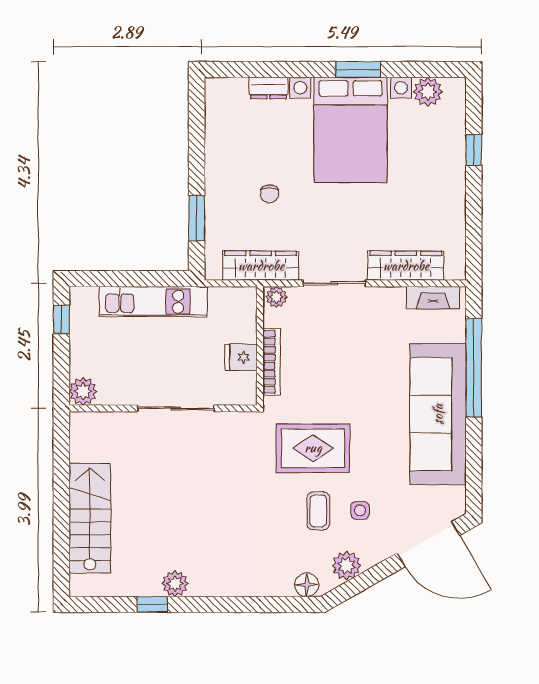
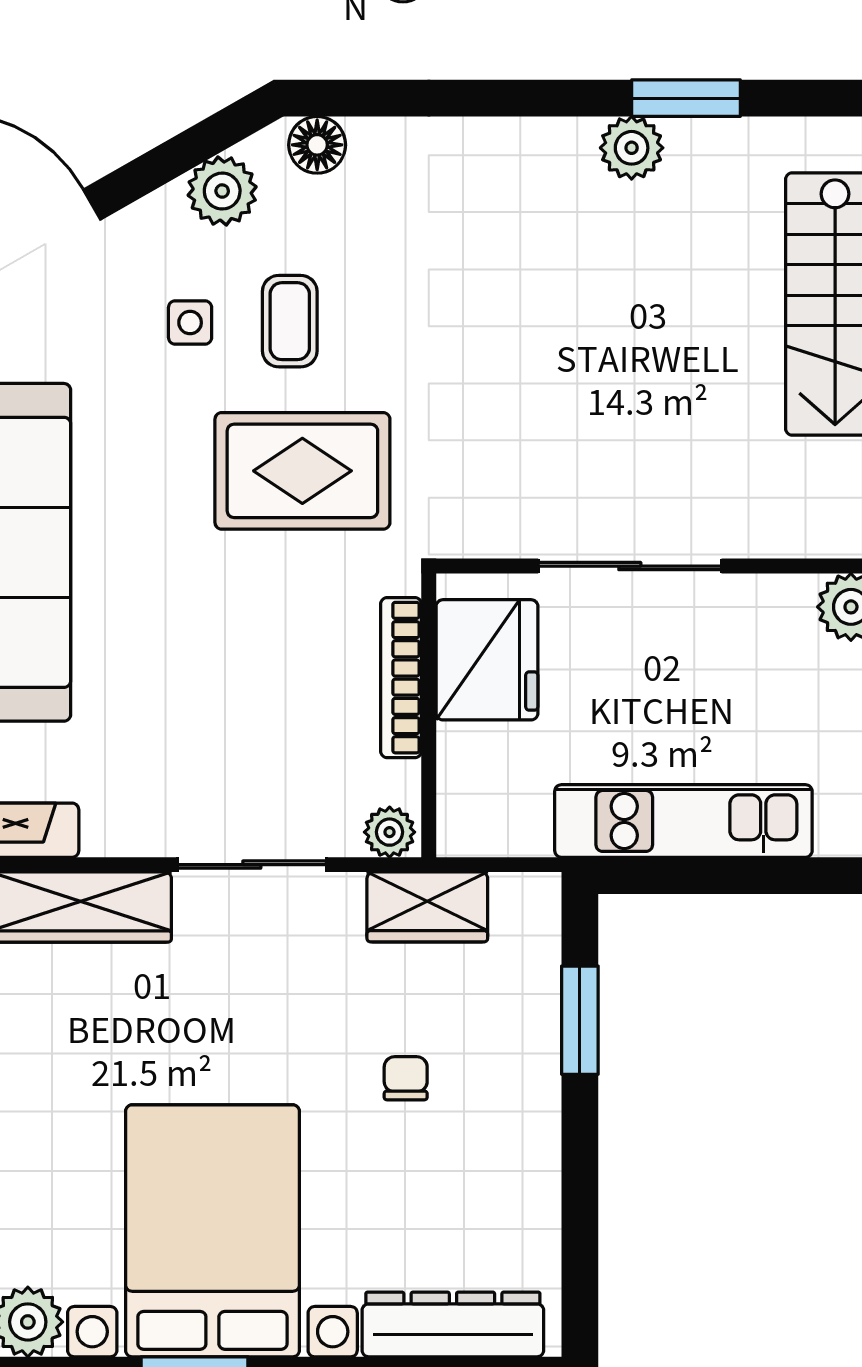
dresser: (268, 88) -> (453, 1324), width x1.96, depth x1.24
wardrobe: (261, 266) -> (427, 907), width x0.67
fridge: (241, 357) -> (487, 660), width x1.88, depth x1.34
window: (152, 604) -> (686, 98), width x1.50

